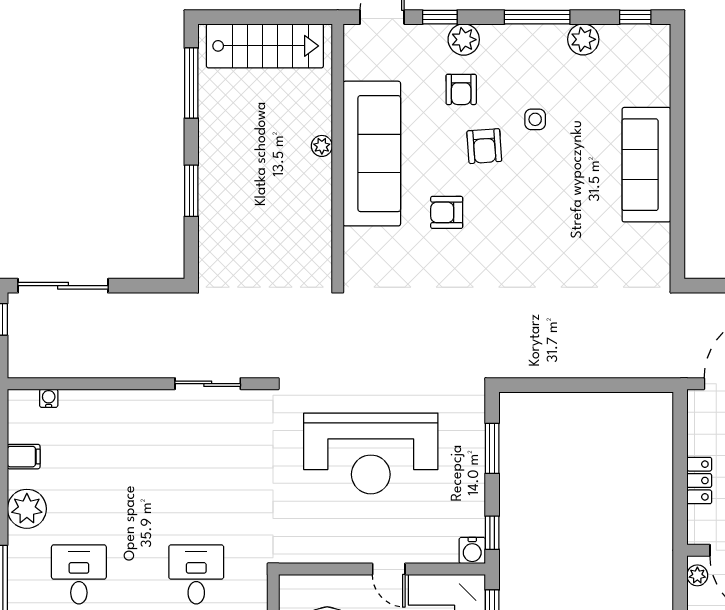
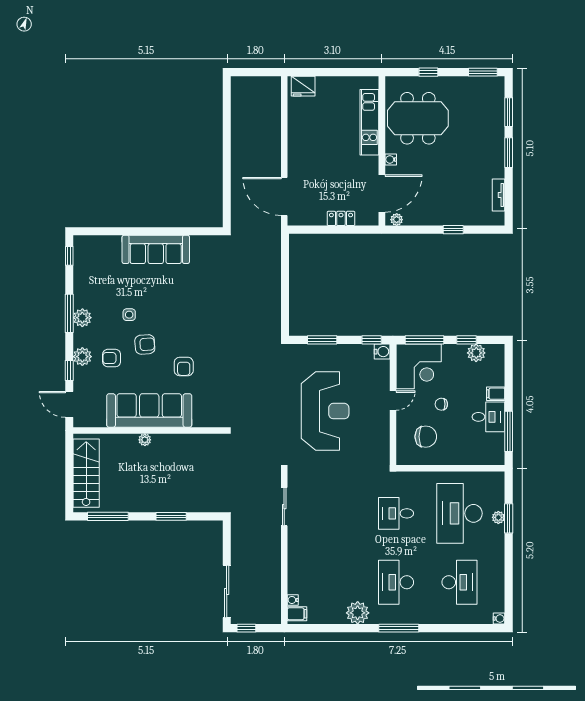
plant: (583, 39) -> (82, 318), moved
armchair: (461, 89) -> (112, 358), turned 180
filing cabinet: (24, 457) -> (297, 614), moved, turned 90
desk: (79, 574) -> (396, 582), width x1.37

